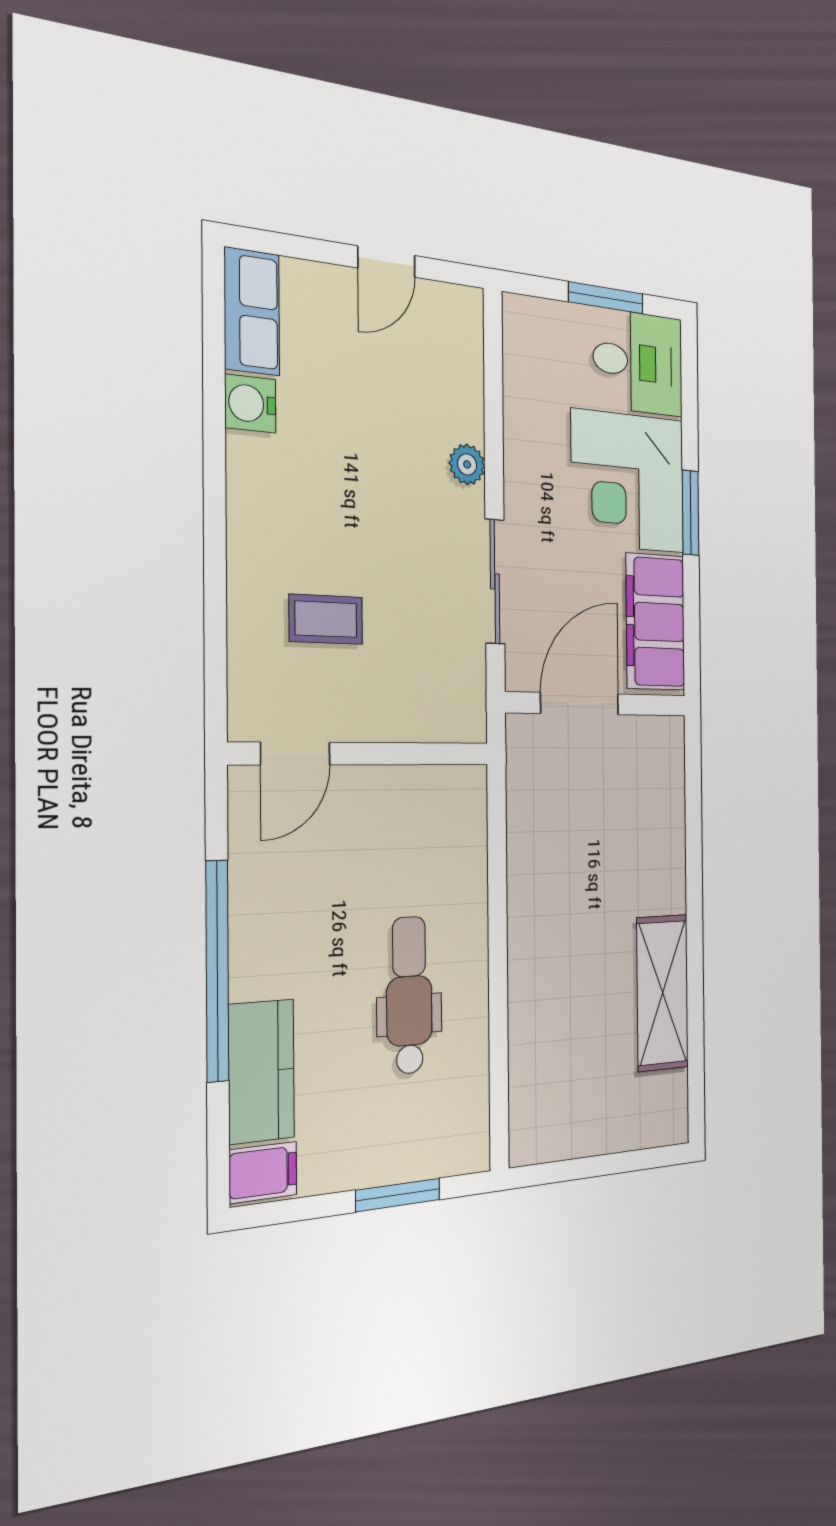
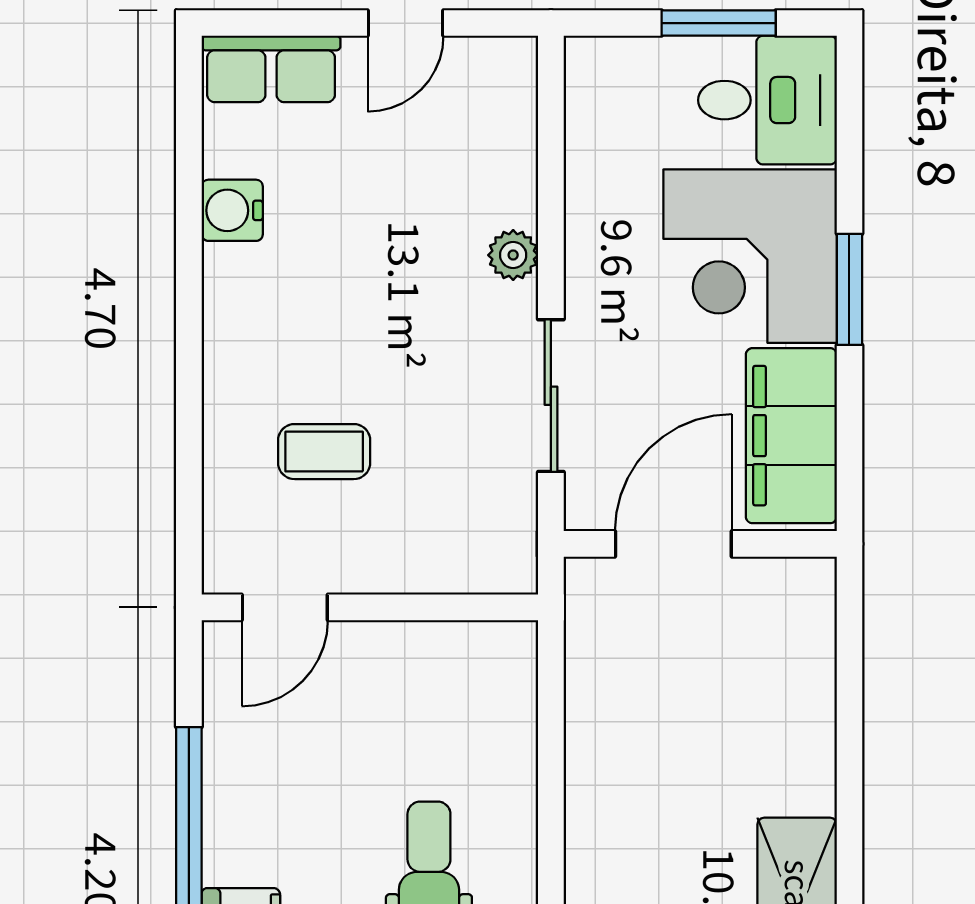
row of seats: (252, 312) -> (271, 69), moved, turned 90

